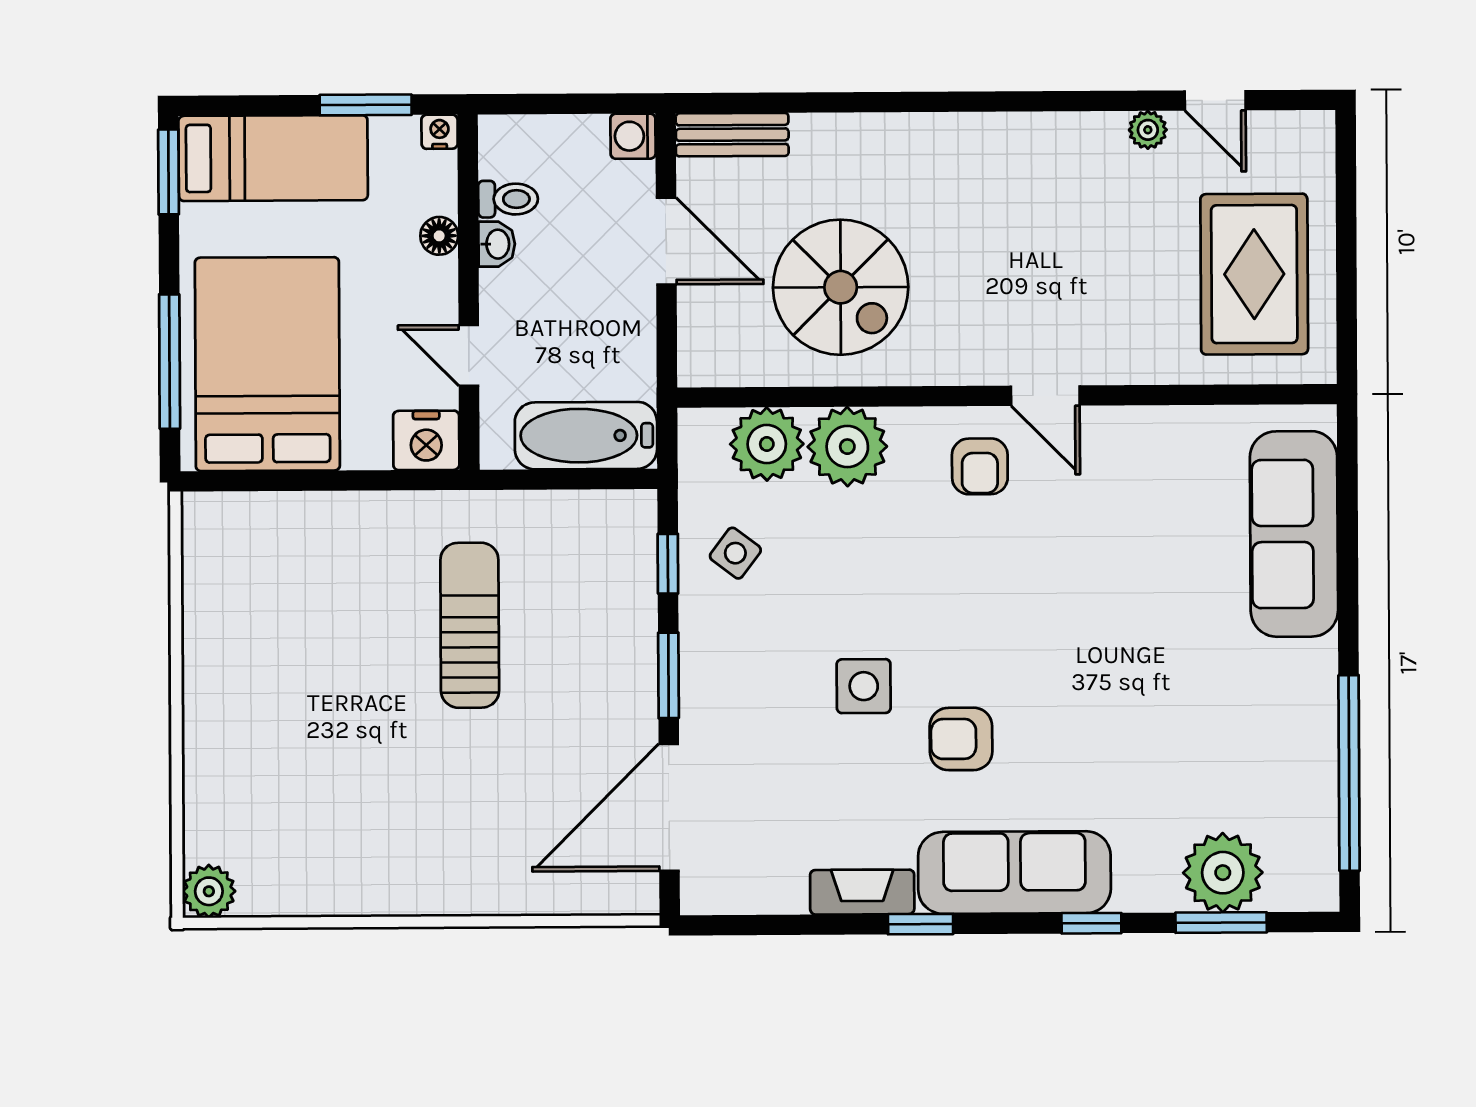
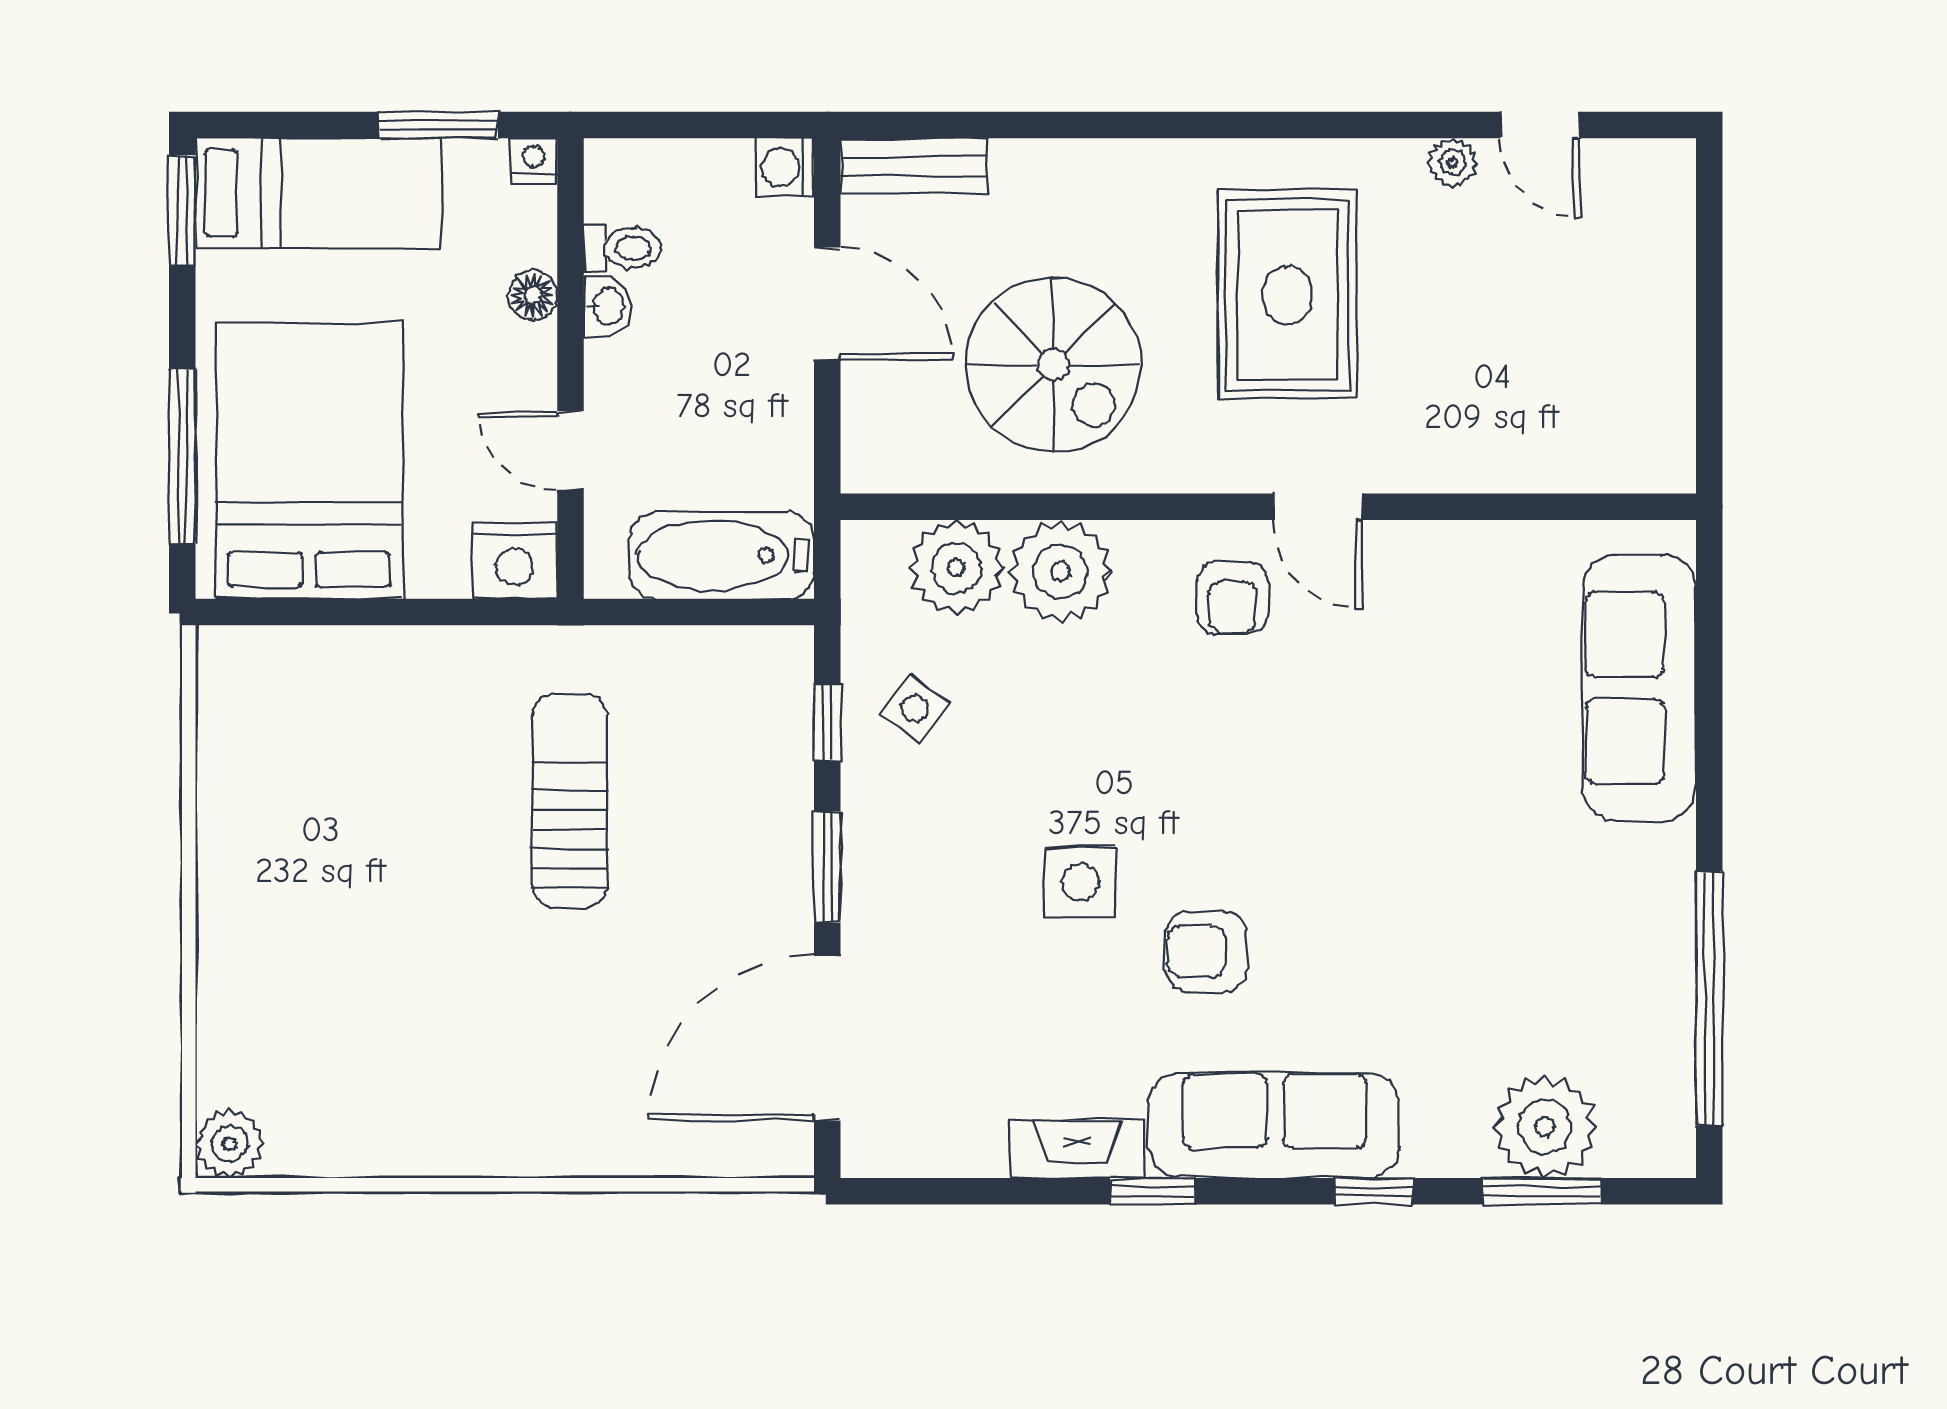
rug: (1254, 274) -> (1287, 295), moved

